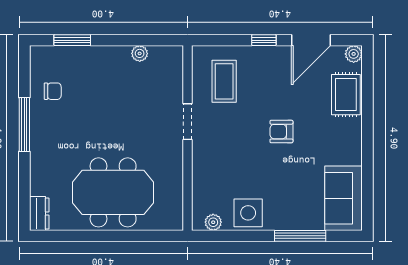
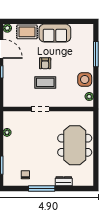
coffee table: (224, 81) -> (45, 82), moved
sofa: (344, 198) -> (55, 33), moved
dresser: (39, 214) -> (64, 181), moved

